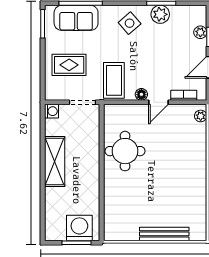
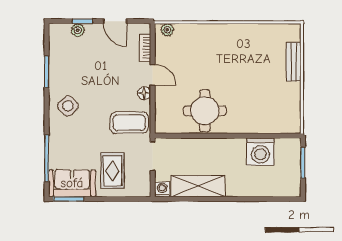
plant: (160, 14) -> (58, 73), removed
sofa: (76, 18) -> (72, 183), moved, turned -90
shelving: (55, 161) -> (198, 186), moved
washing machine: (79, 228) -> (260, 152), moved, turned -90
bench: (164, 234) -> (293, 62), width x0.73

